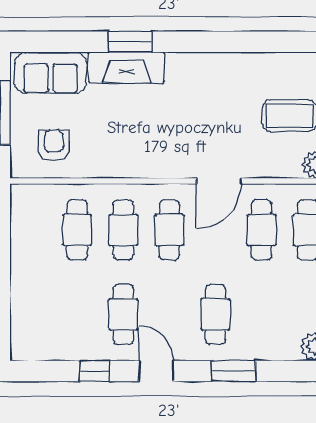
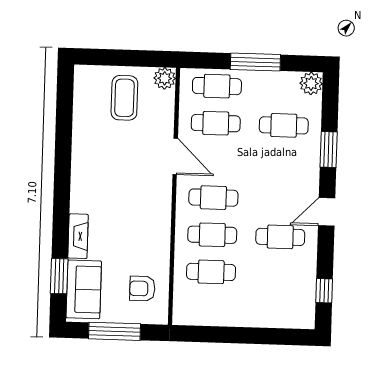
window: (130, 42) -> (59, 276), moved
fireplace: (126, 67) -> (78, 236), width x0.73, depth x0.76
cafe table: (215, 314) -> (284, 125), moved
window: (95, 371) -> (324, 291), moved

